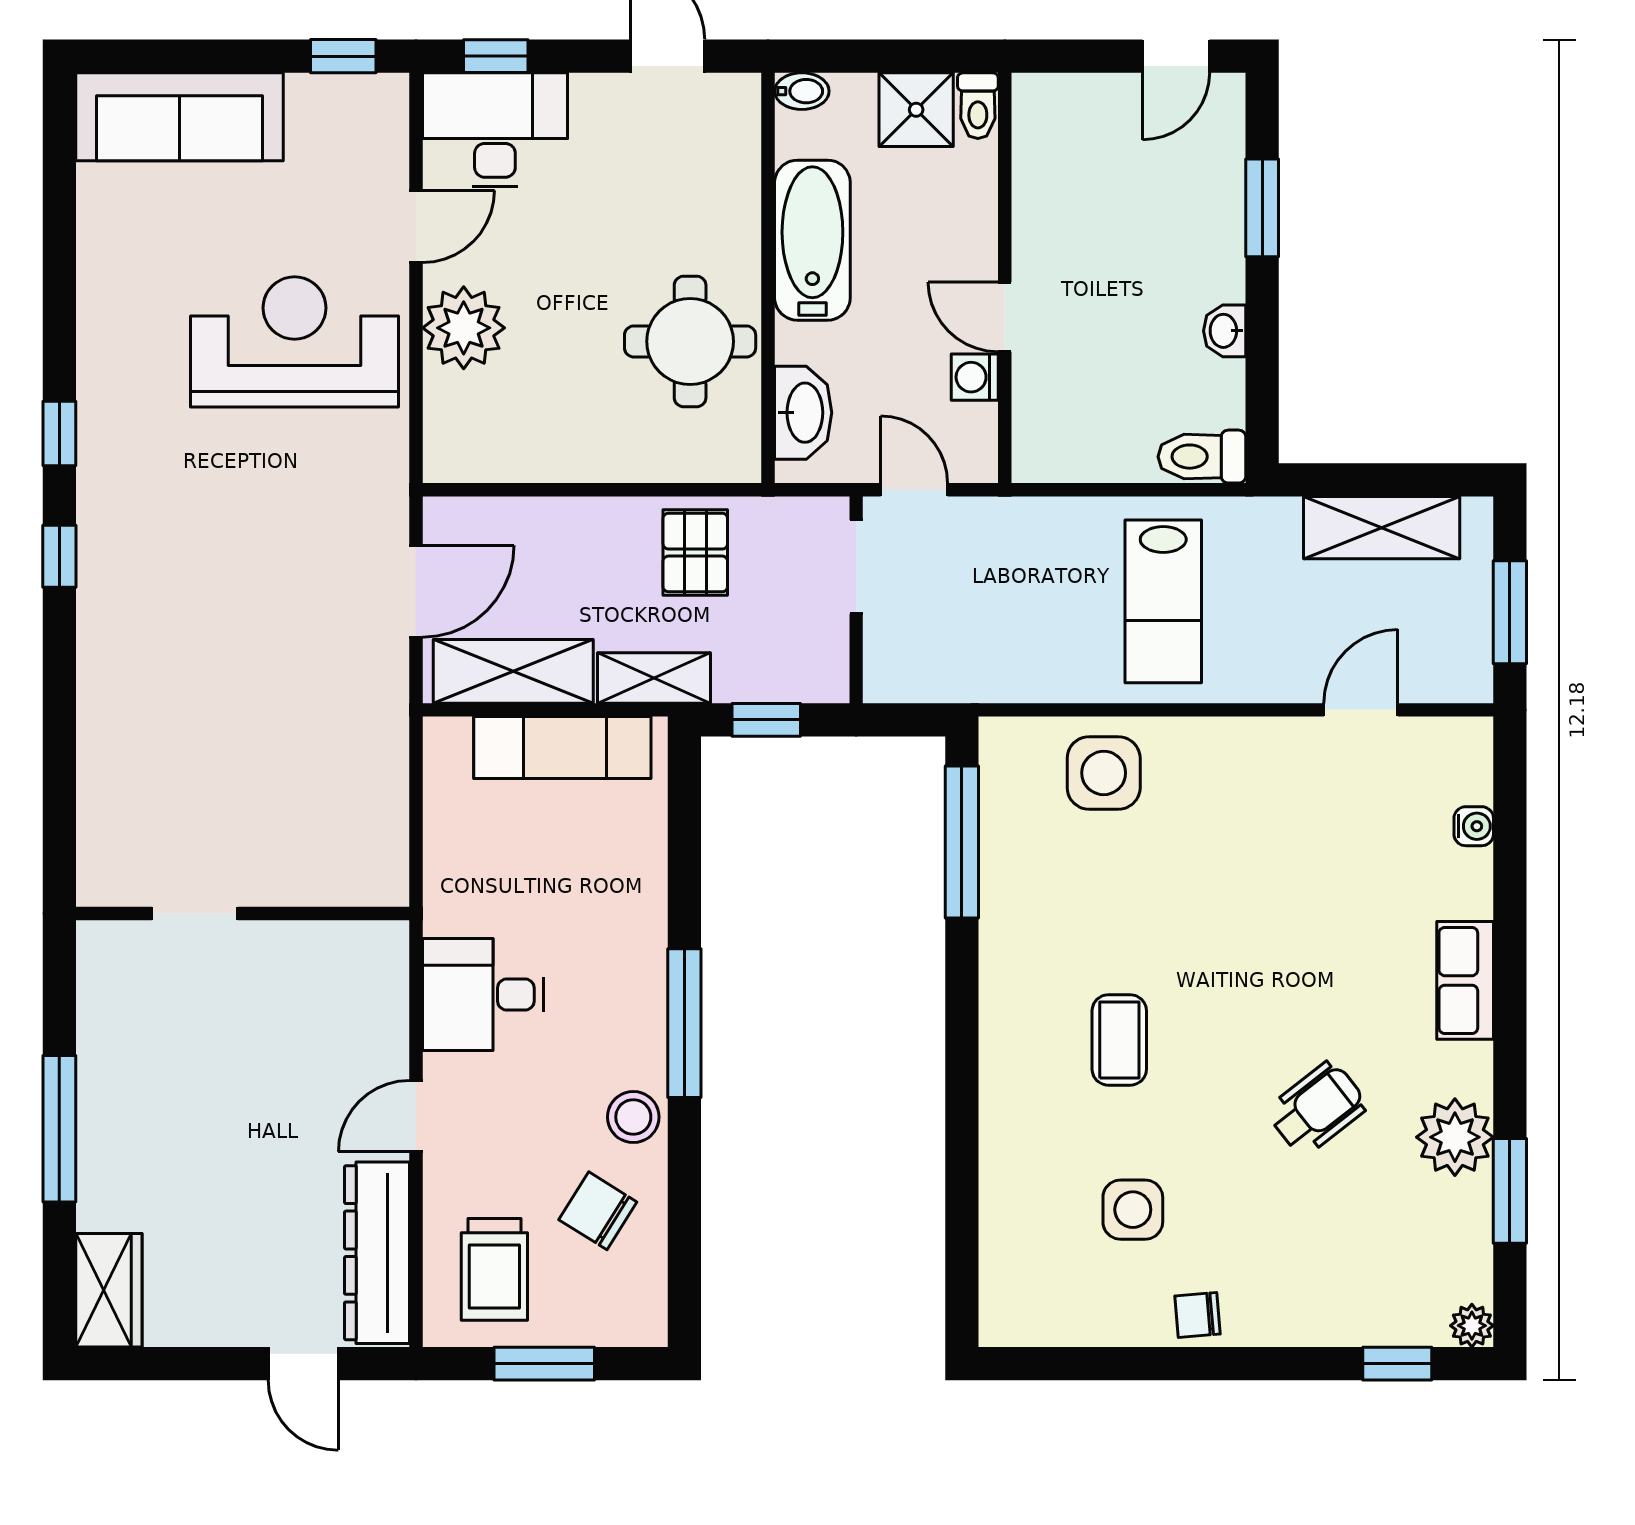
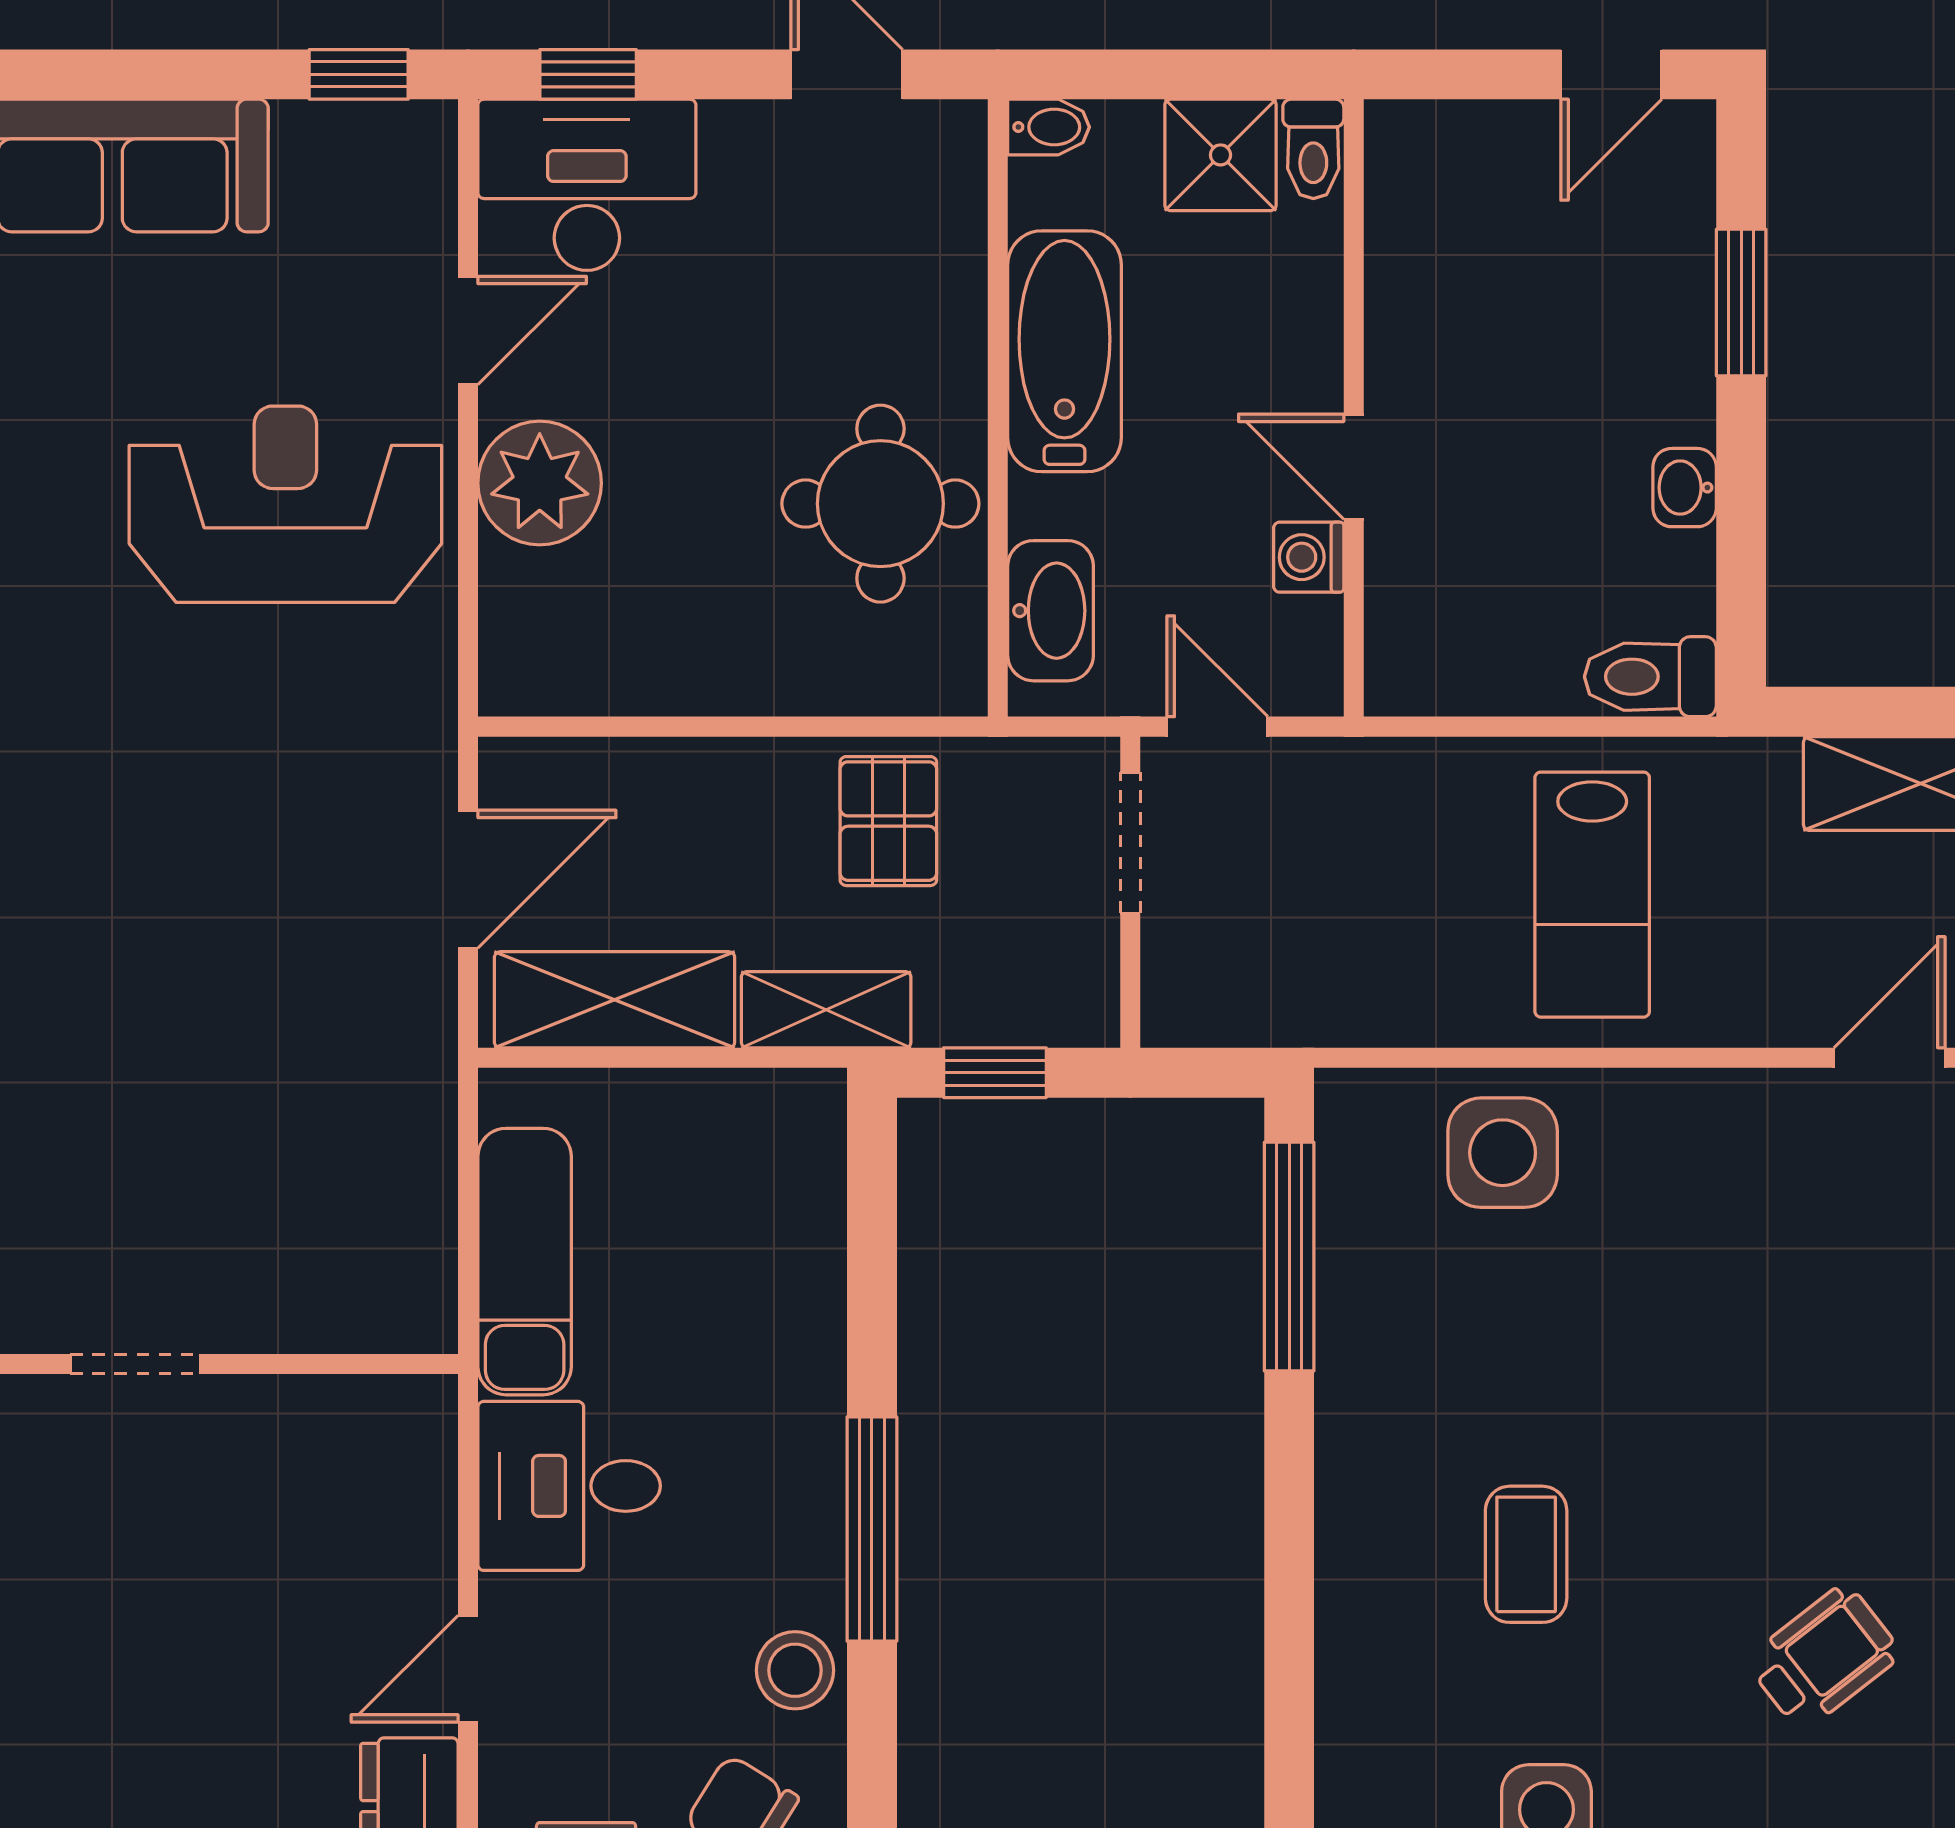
exam couch: (562, 748) -> (525, 1262), moved, turned -90

